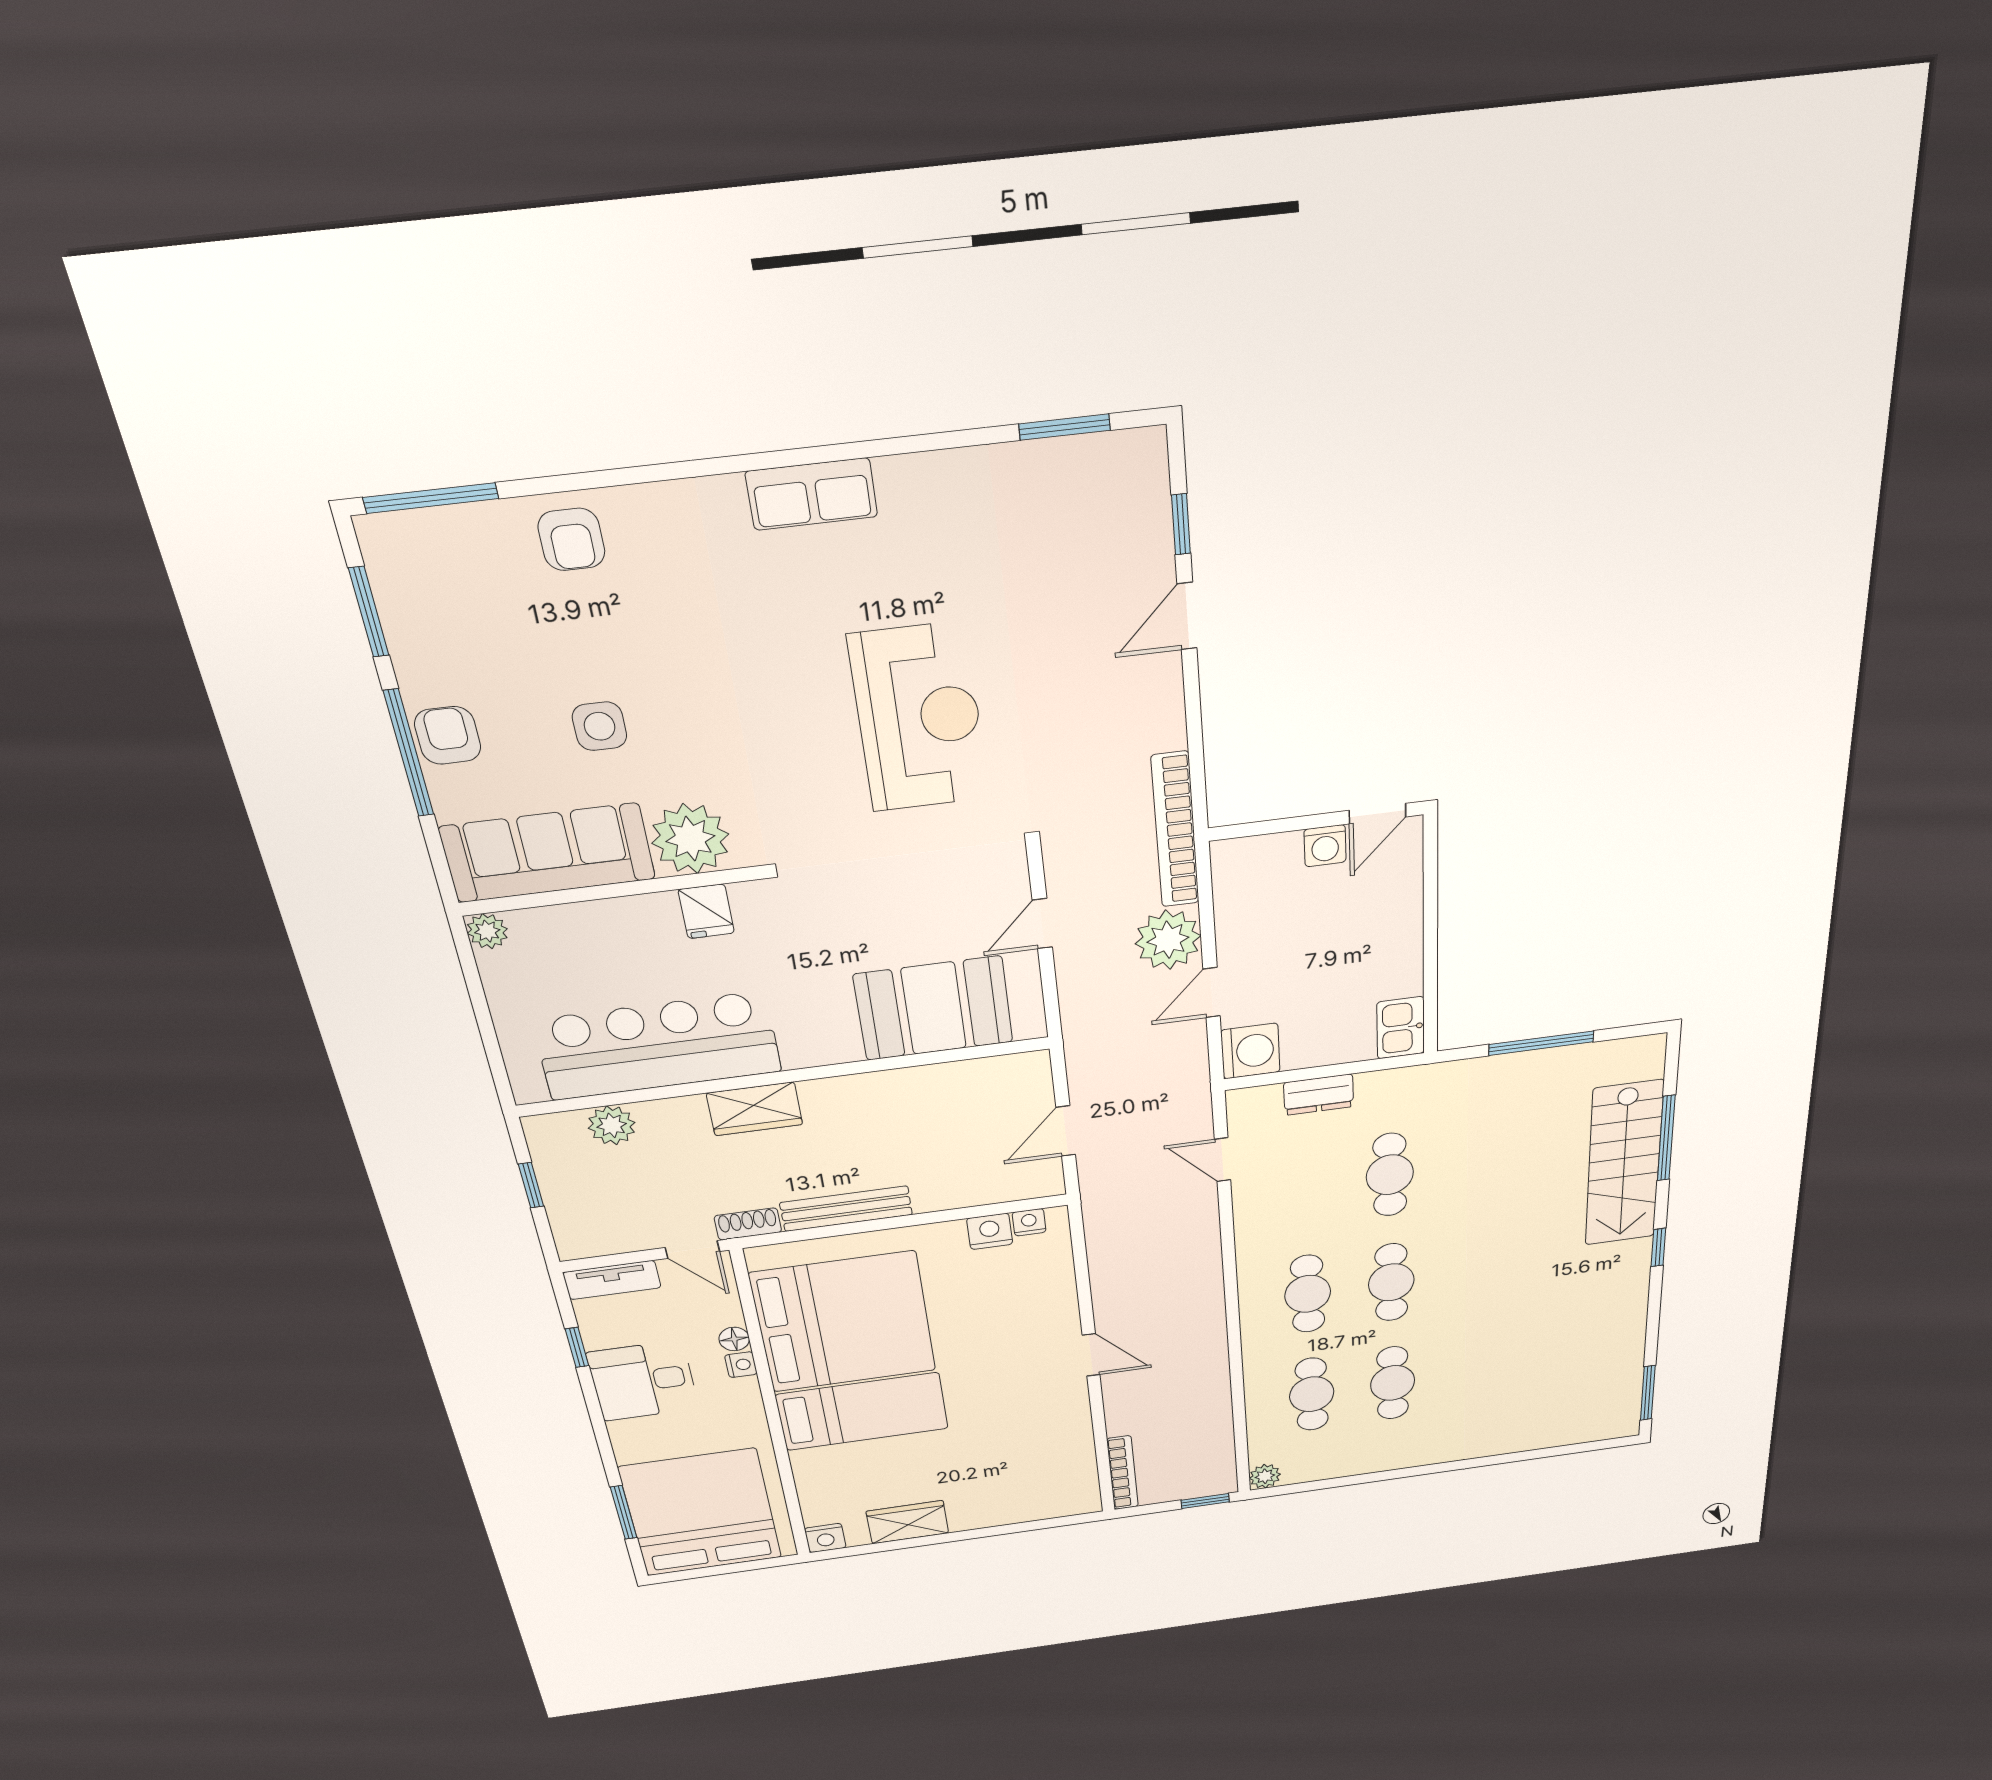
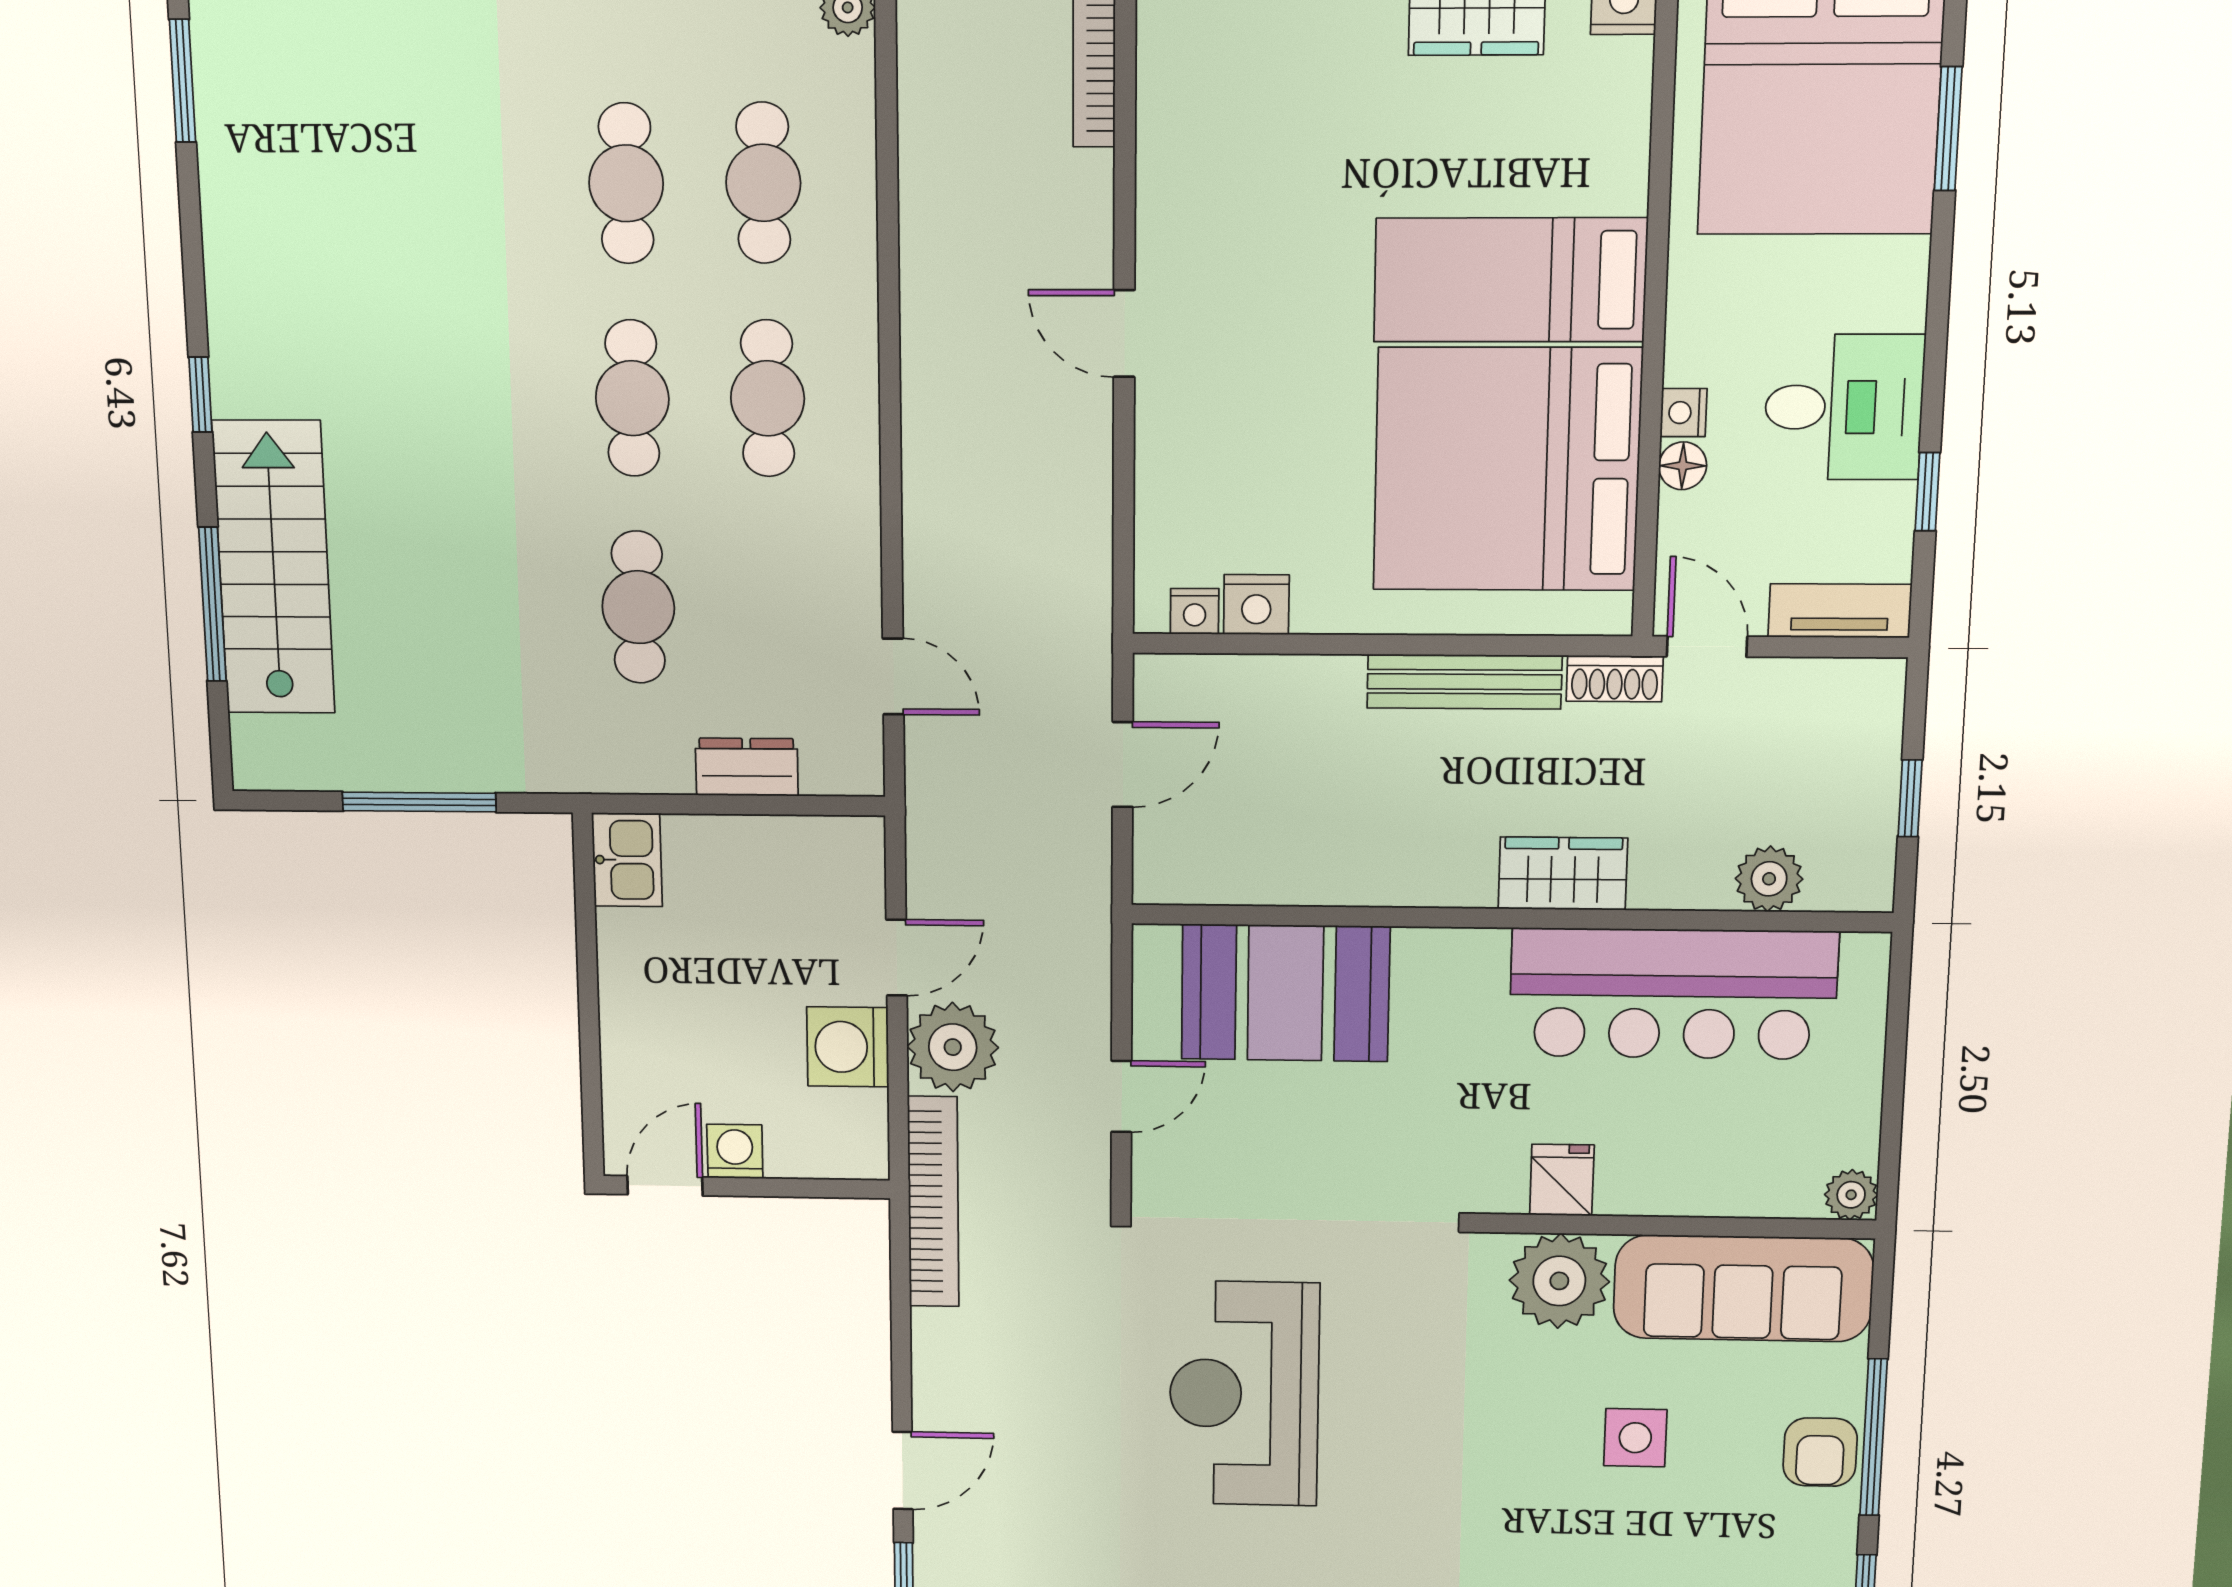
washing machine: (1251, 1051) -> (848, 1047), moved

